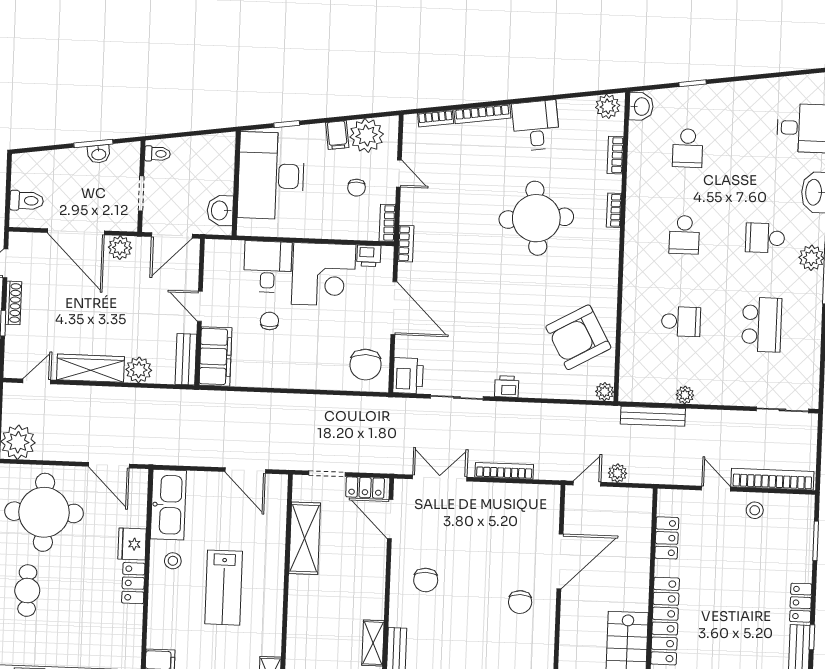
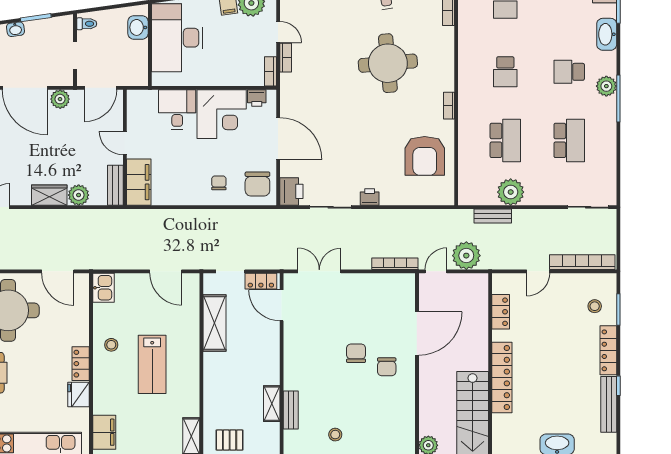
washbasin: (99, 154) -> (15, 29), moved
chair: (357, 188) -> (245, 44), removed
washbasin: (220, 210) -> (138, 27), moved
bookcase: (614, 210) -> (449, 106), moved
bookcase: (406, 244) -> (286, 58), moved
chair: (269, 321) -> (219, 183), moved
school desk: (681, 322) -> (505, 140), width x1.85
armchair: (578, 337) -> (425, 156), turned -61
wardrobe: (90, 368) -> (49, 195), width x0.67
plant: (605, 392) -> (447, 198), removed
plant: (685, 395) -> (511, 192), width x1.88, depth x1.88
bench: (653, 416) -> (493, 216), width x0.73
bookcase: (504, 471) -> (395, 264), moved
plant: (617, 473) -> (466, 256), width x1.88, depth x1.88
door: (716, 489) -> (538, 271), swing flipped
kitchen sink: (168, 505) -> (103, 288), width x0.53, depth x0.81
stool: (755, 510) -> (595, 306), moved
fridge: (132, 544) -> (79, 394), moved
chair: (426, 580) -> (356, 353), moved, turned 180
locker: (801, 603) -> (608, 350), width x1.53

